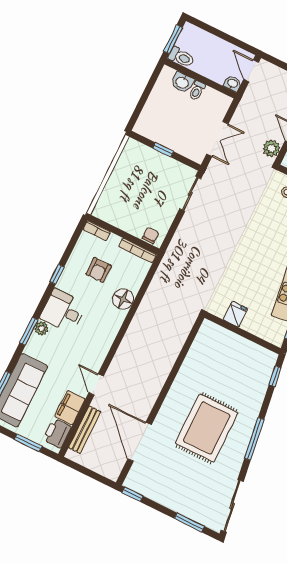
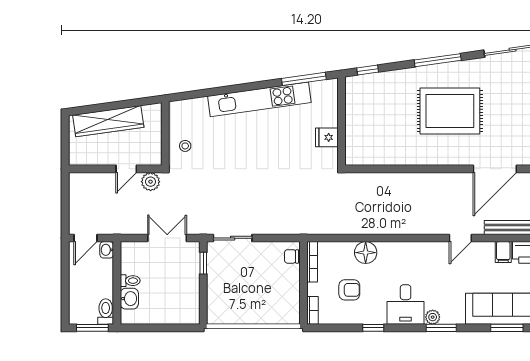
window: (163, 150) -> (203, 263), moved
filing cabinet: (70, 408) -> (503, 252), width x0.50

